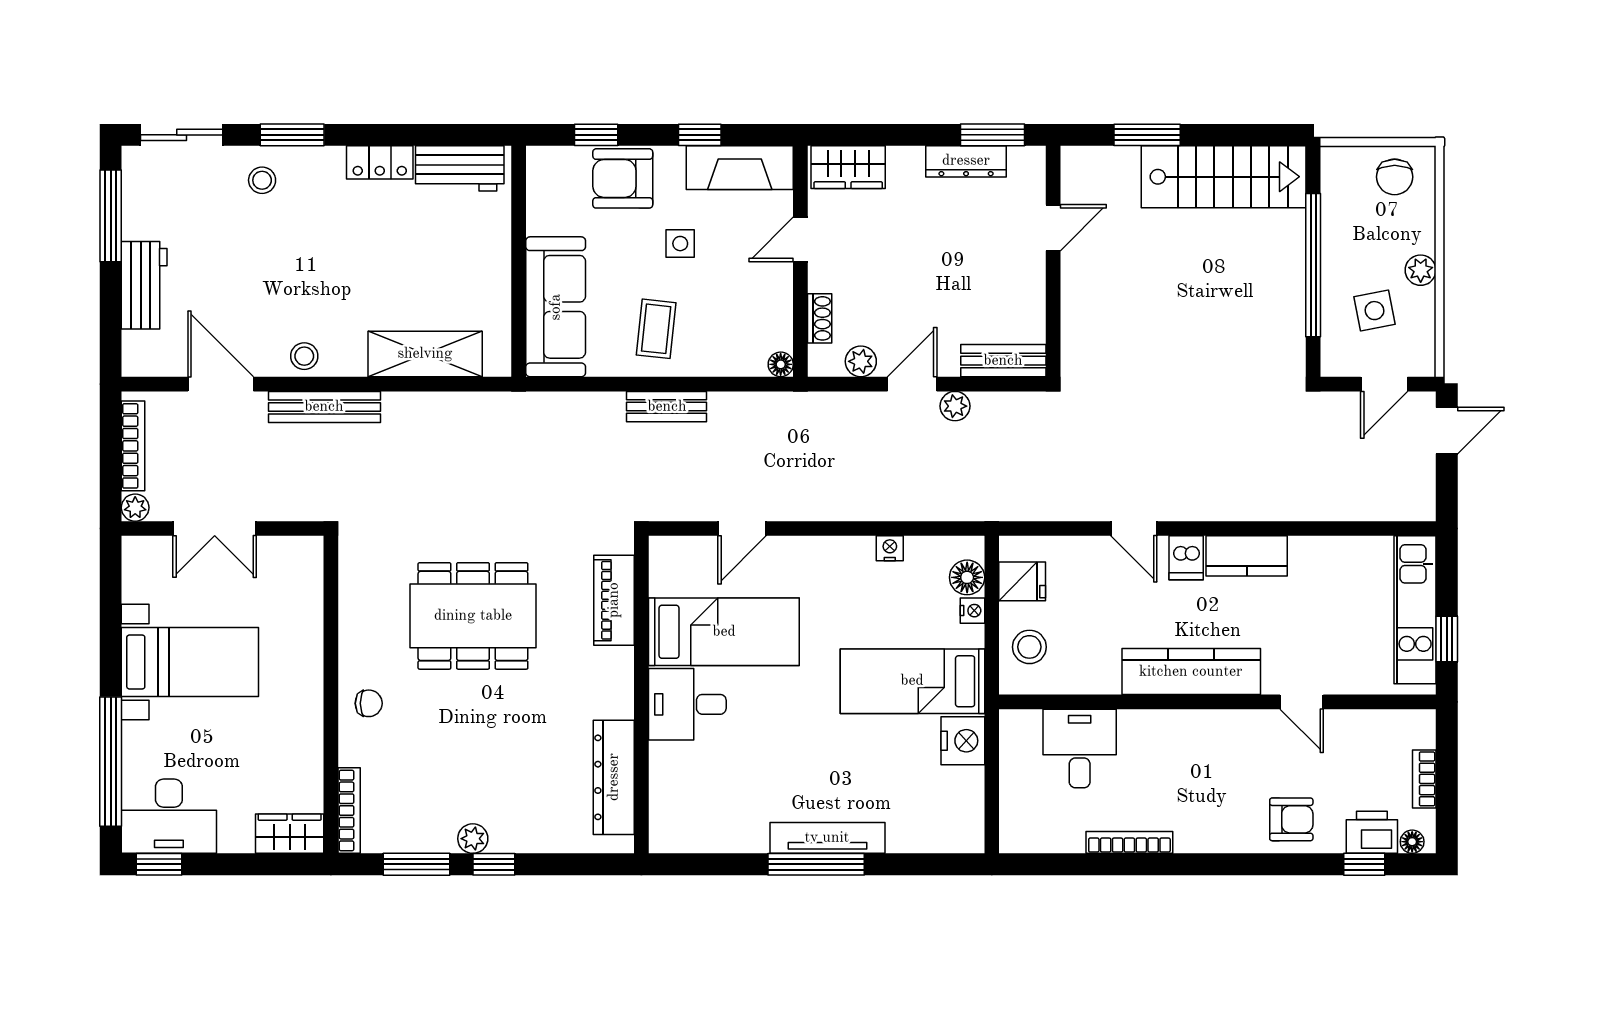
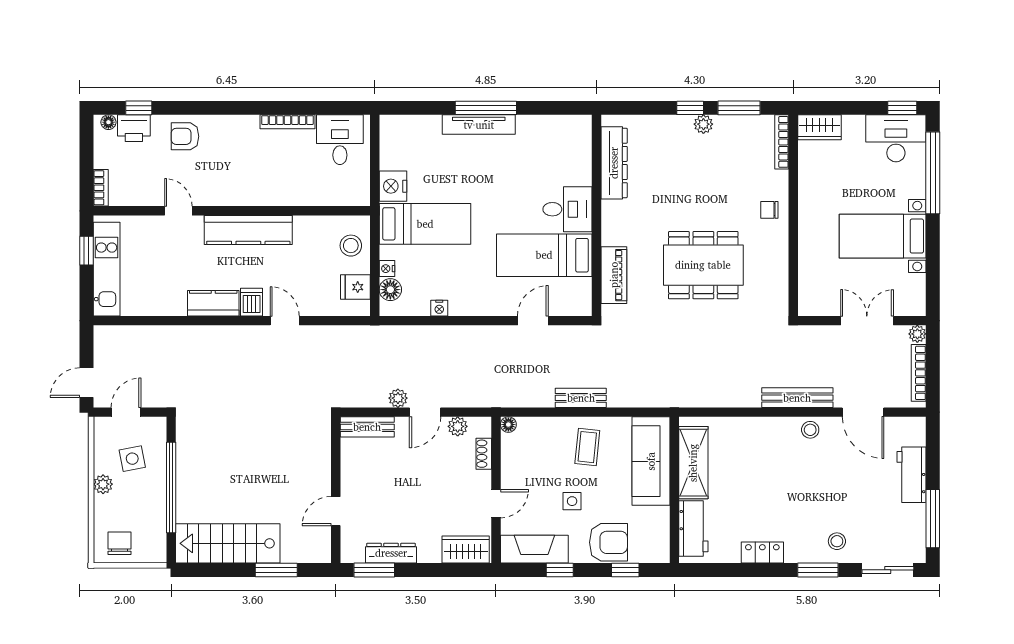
workbench: (460, 168) -> (693, 529), moved, turned 90
shelving: (425, 354) -> (693, 463), moved, turned 90
desk: (1080, 748) -> (340, 140), moved, turned 180
bookcase: (1424, 779) -> (101, 188), moved

